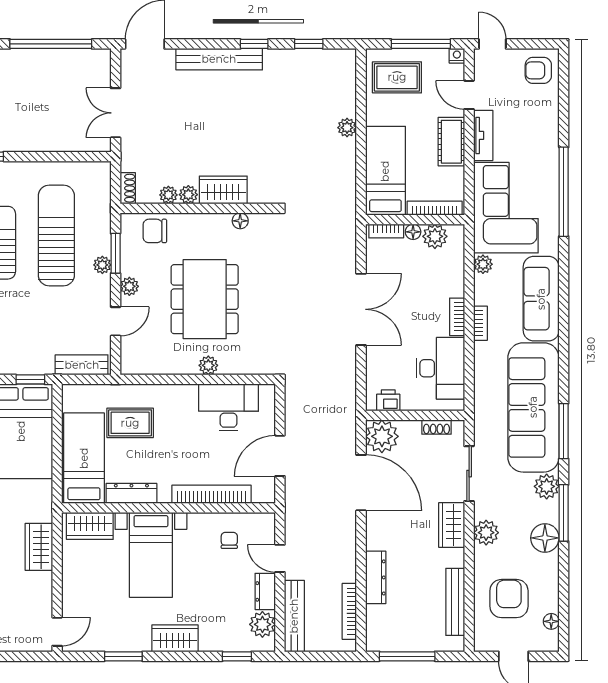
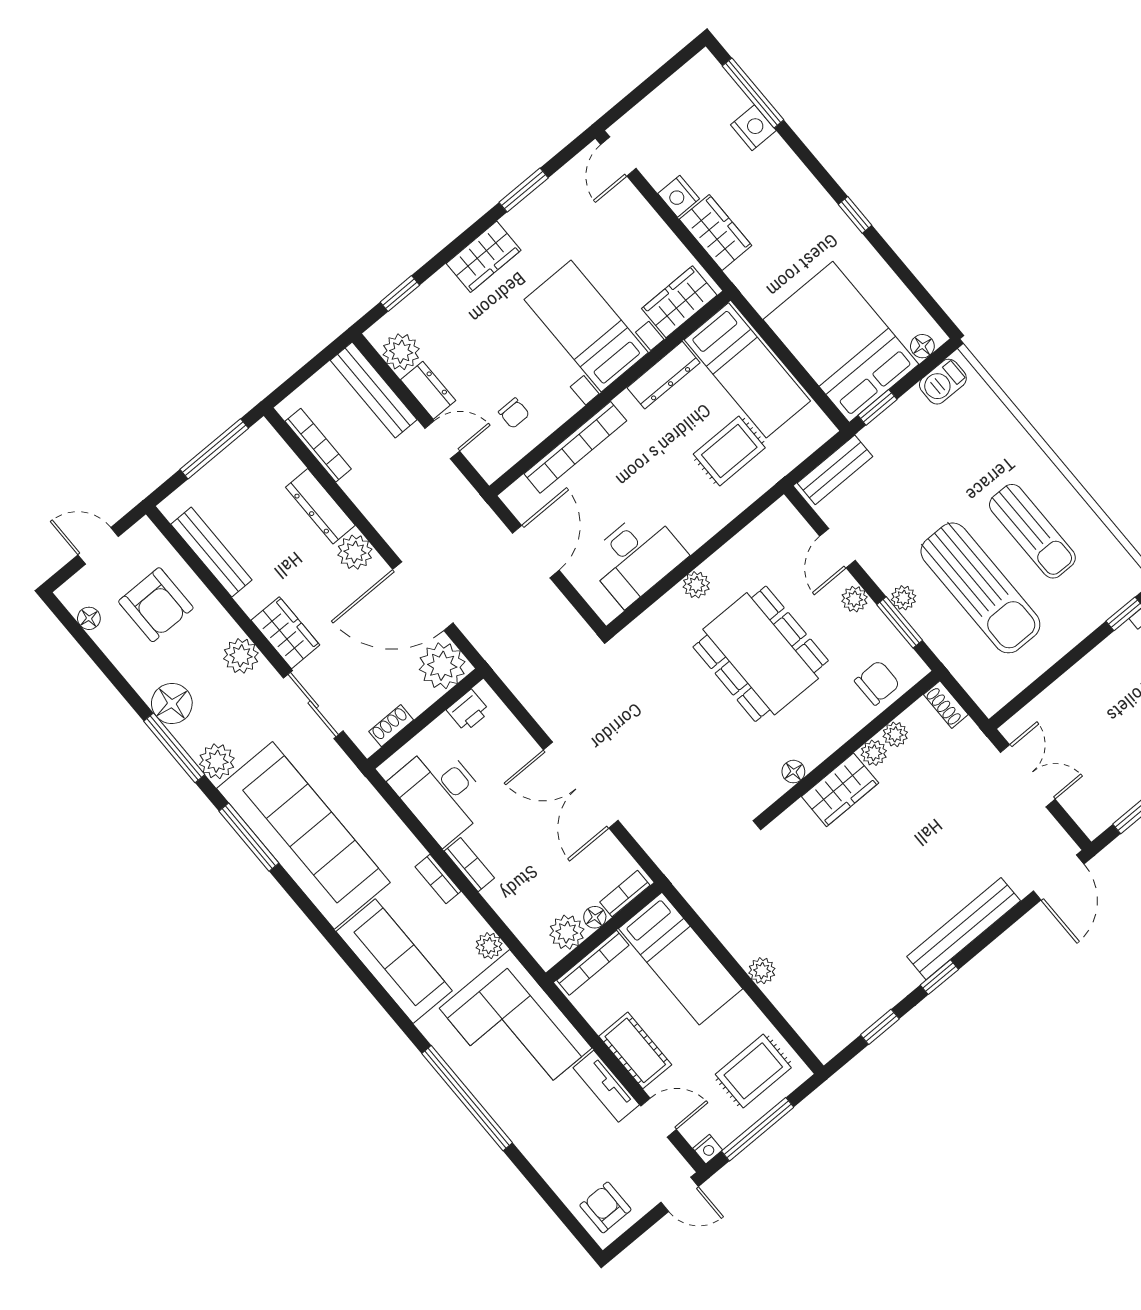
armchair: (538, 70) -> (605, 1207), turned -90
plant: (378, 537) -> (355, 552), added
nightstand: (42, 583) -> (679, 196), added

